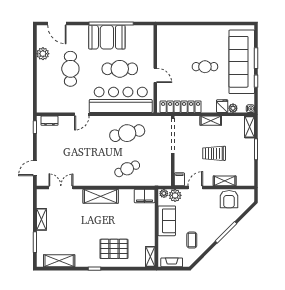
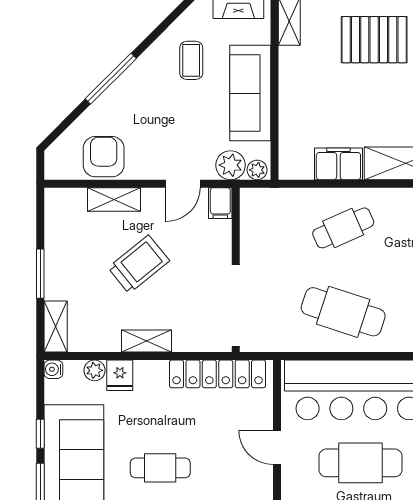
cafe table: (127, 133) -> (343, 312), turned 30
trolley: (214, 153) -> (139, 264), turned -39
filing cabinet: (145, 196) -> (338, 164), moved
sofa: (167, 221) -> (250, 93), width x1.36

